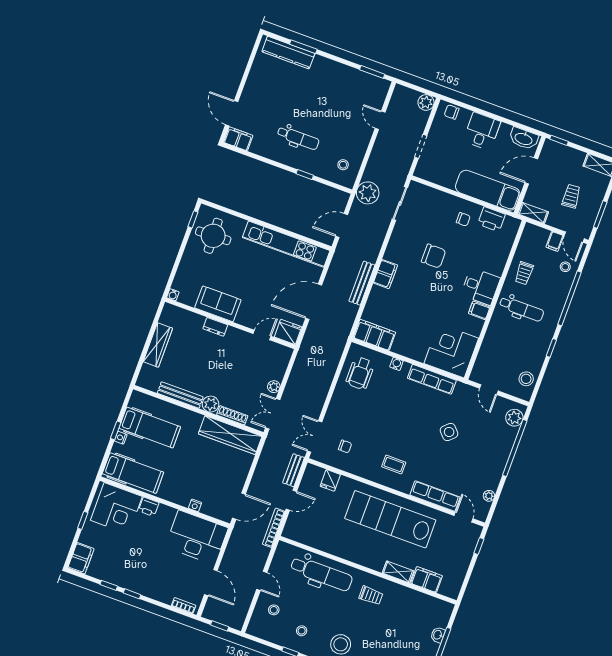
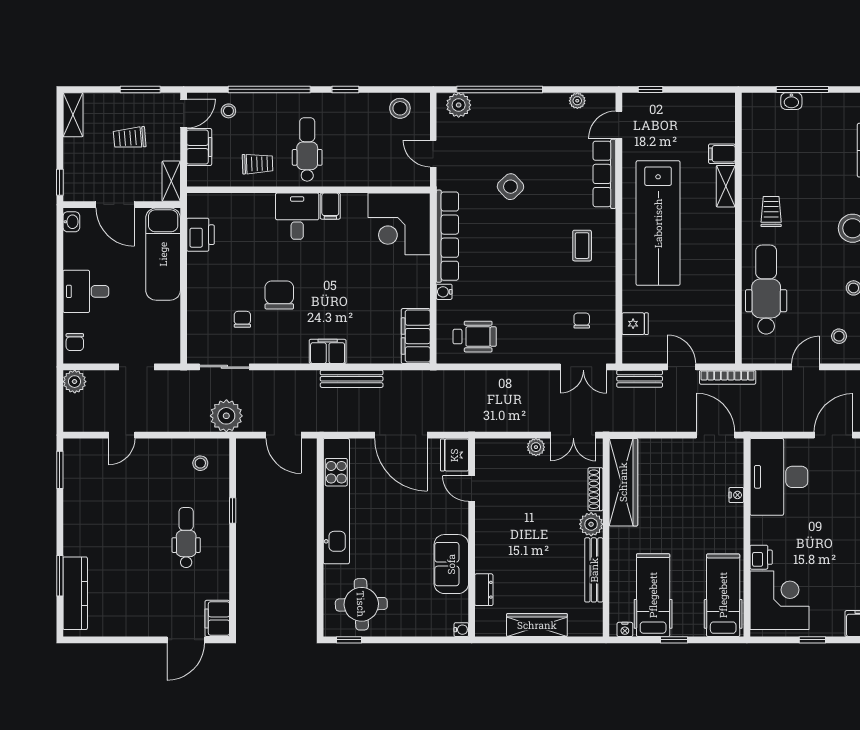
washbasin: (524, 139) -> (71, 222), width x0.52, depth x0.69
chair: (463, 219) -> (242, 319), moved
filing cabinet: (555, 241) -> (199, 147), width x2.00
dresser: (215, 327) -> (484, 590), moved
row of seats: (432, 379) -> (447, 236), width x1.36
door: (489, 390) -> (433, 154), swing flipped
nightstand: (121, 438) -> (625, 629), moved
filing cabinet: (427, 580) -> (722, 154), width x0.50

